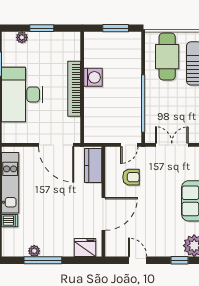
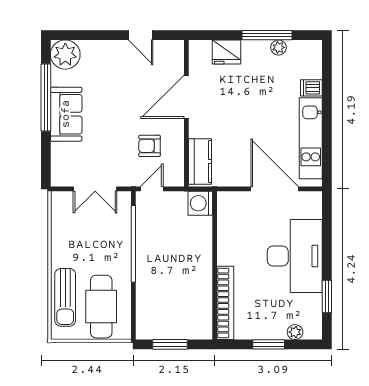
washing machine: (93, 77) -> (200, 203), moved
bookcase: (74, 89) -> (225, 303), moved
door: (56, 145) -> (275, 189), moved
fridge: (85, 248) -> (227, 52), moved
window: (180, 260) -> (85, 35), removed

